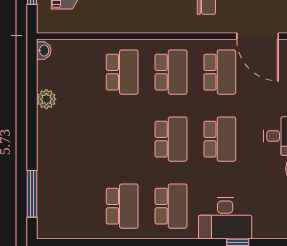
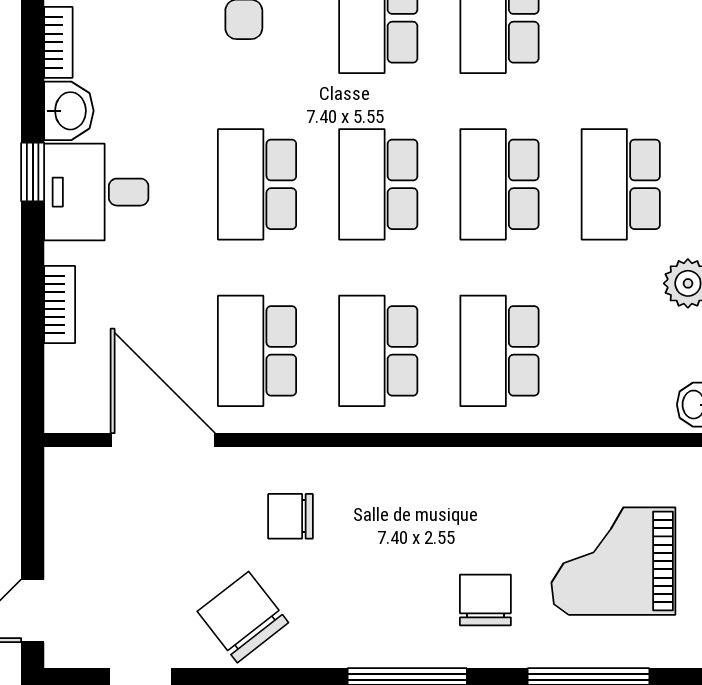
school desk: (73, 139) -> (621, 184), added
school desk: (122, 139) -> (500, 184), added

